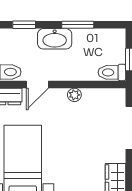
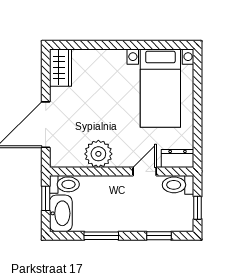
washbasin: (55, 39) -> (61, 213), moved, turned 90
plant: (74, 95) -> (98, 154), width x1.88, depth x1.88

